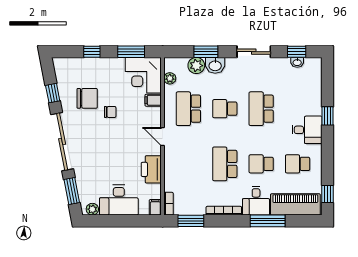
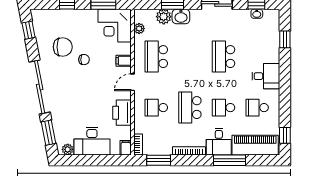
window: (53, 93) -> (29, 30), moved
filing cabinet: (153, 100) -> (124, 61), moved
school desk: (225, 109) -> (156, 108), moved
window: (328, 116) -> (285, 39), moved
door: (163, 136) -> (132, 82), hinge flipped

